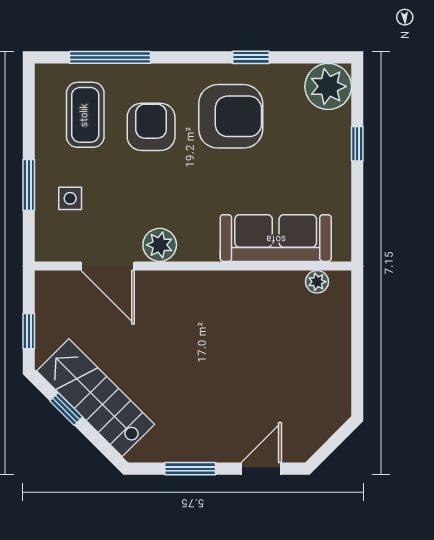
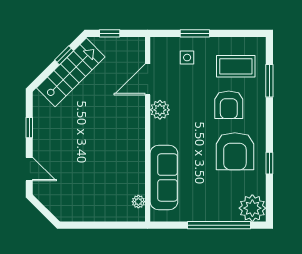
window: (110, 57) -> (269, 81), width x0.69
armchair: (151, 127) -> (229, 105), turned 90
window: (357, 144) -> (219, 225), width x3.17
window: (190, 469) -> (29, 128), width x0.67

